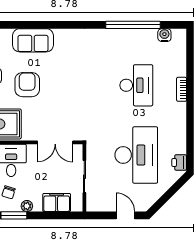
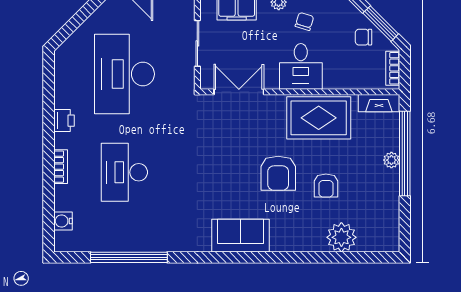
water cooler: (164, 35) -> (63, 221), moved, turned 90
sofa: (33, 40) -> (240, 236), moved
printer: (179, 163) -> (64, 121), moved

